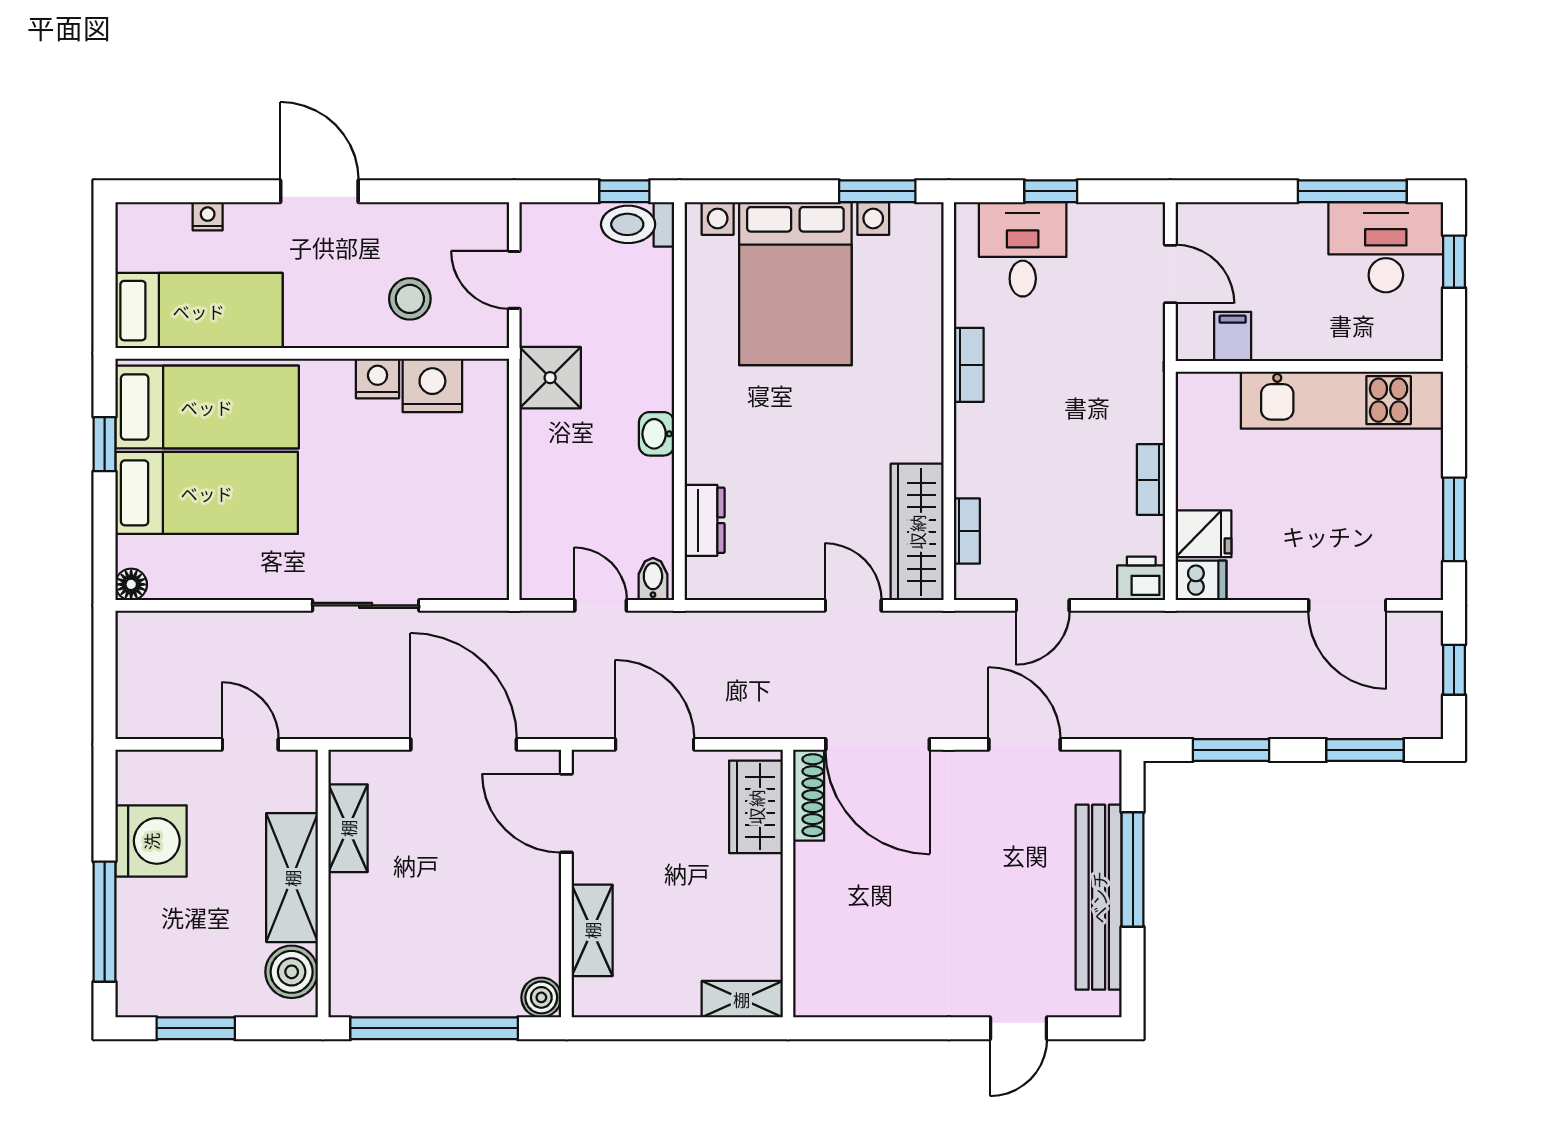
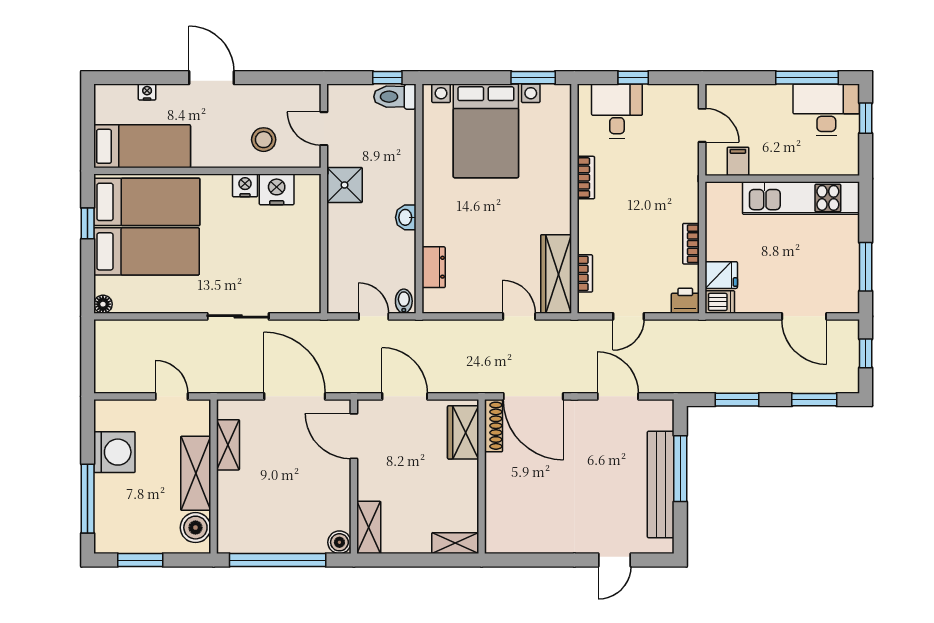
shelving: (592, 930) -> (369, 527), moved

